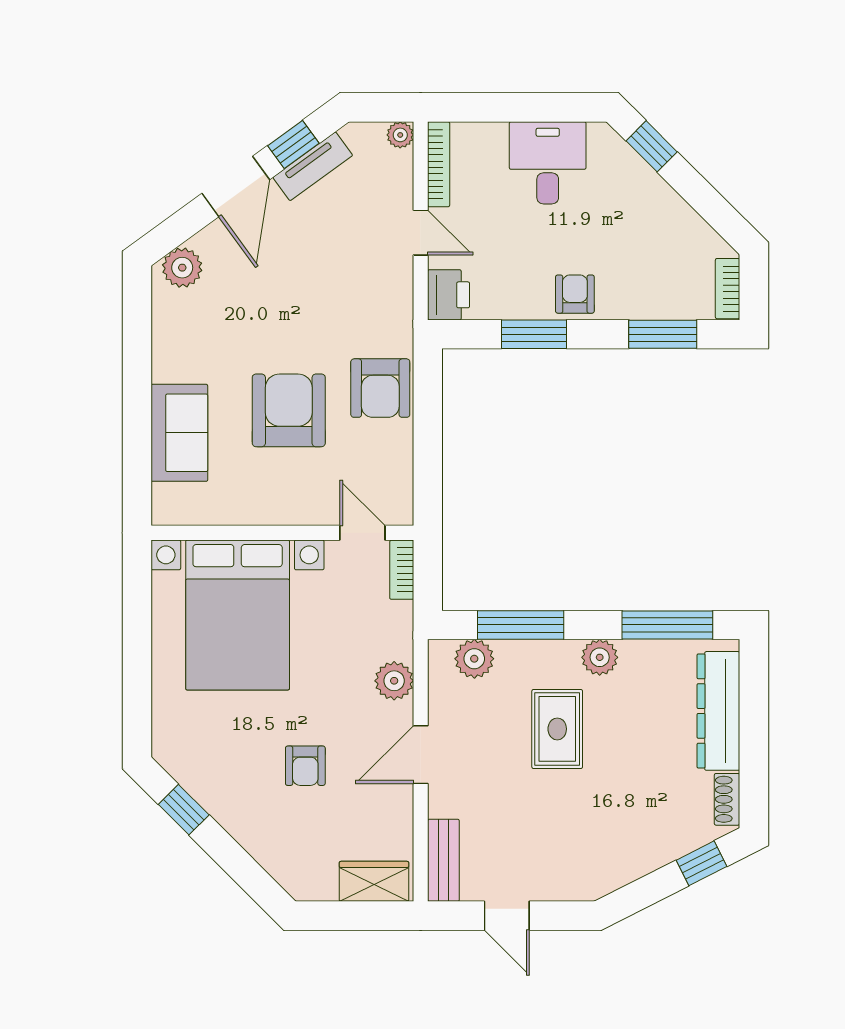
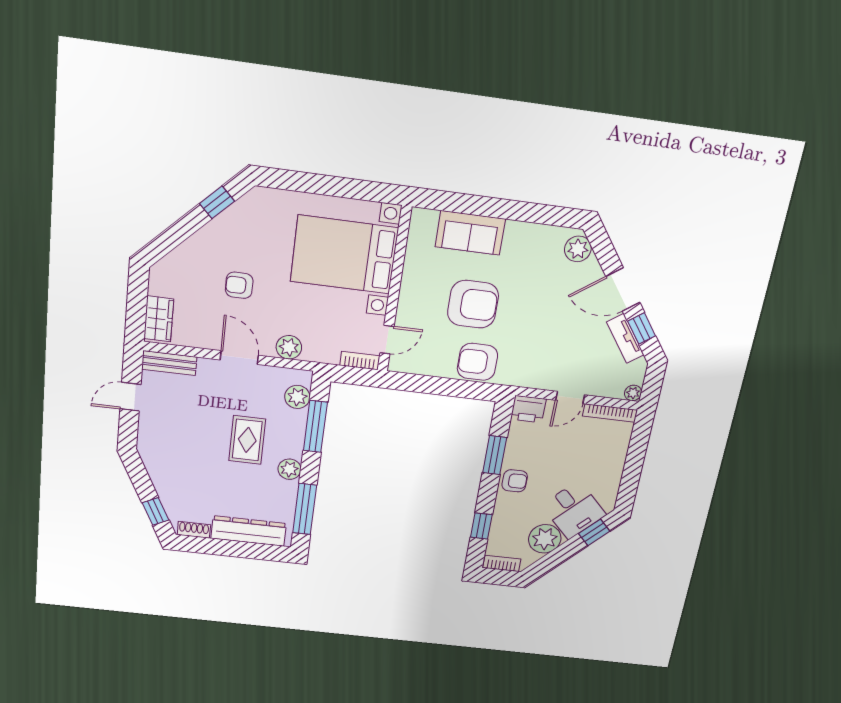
desk: (548, 163) -> (574, 510), moved, turned 45
plant: (673, 226) -> (545, 539), added
window: (663, 334) -> (481, 526), width x0.67
rug: (557, 729) -> (247, 440), turned 90

